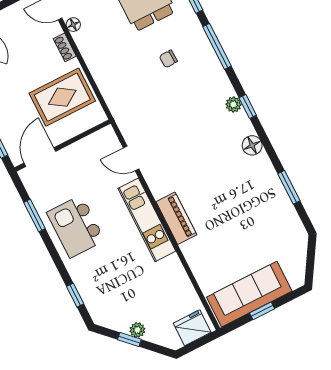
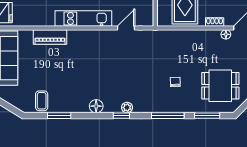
piano: (176, 218) -> (50, 37), moved
coffee table: (281, 220) -> (42, 101), added

